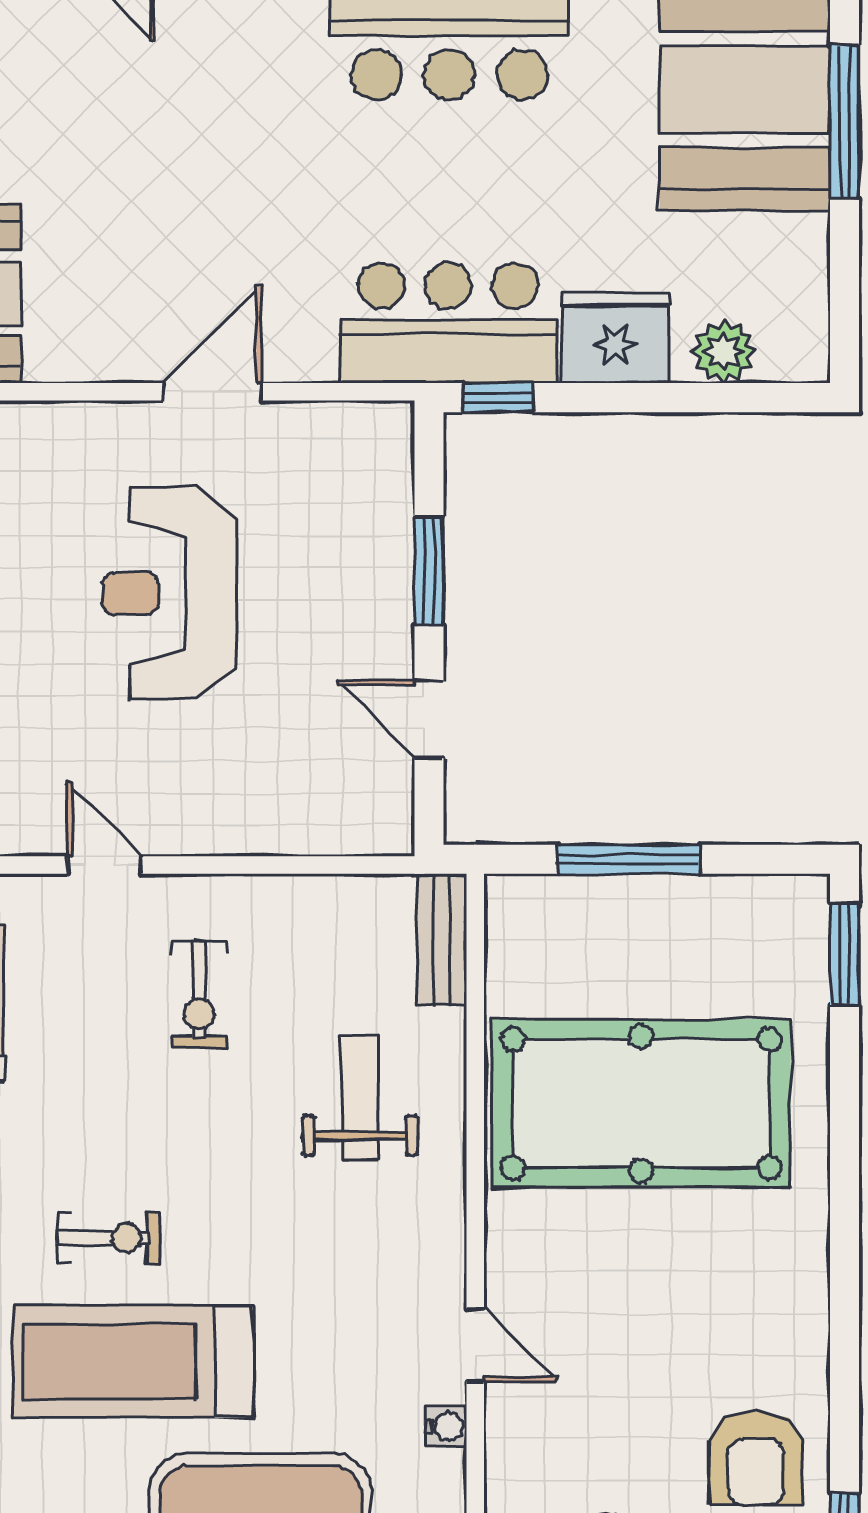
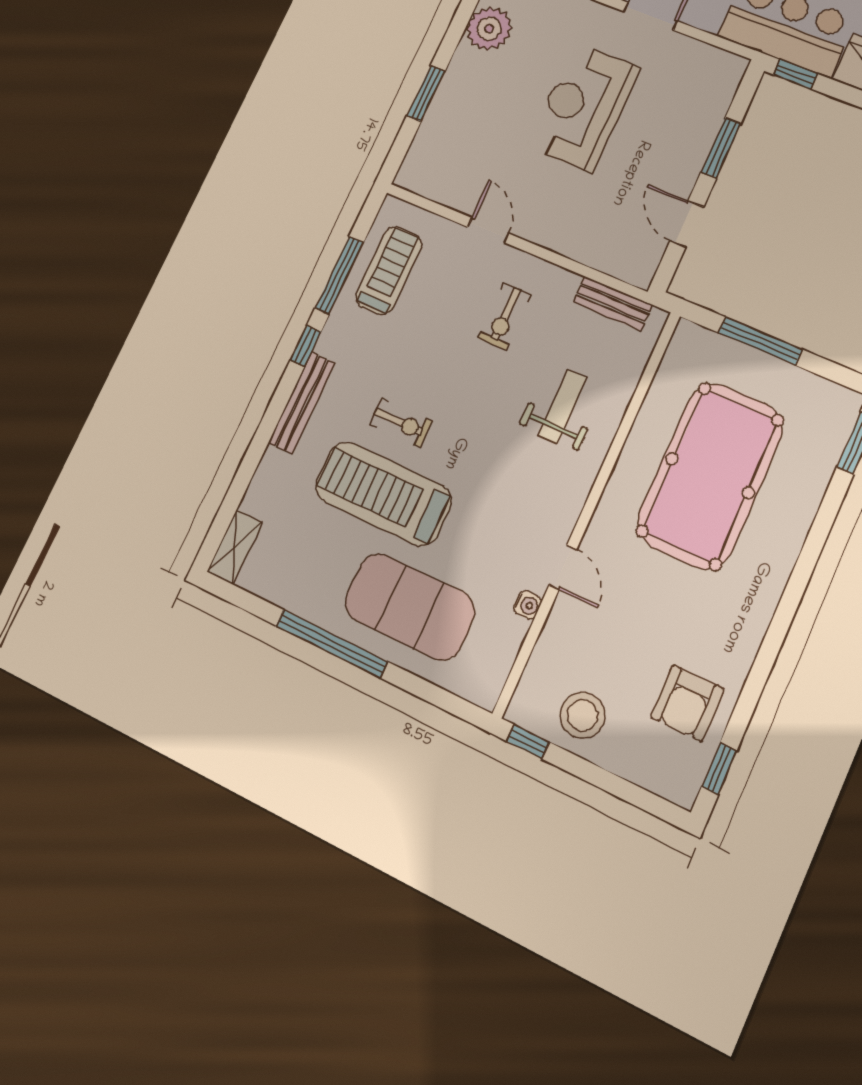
bench: (441, 939) -> (613, 303), moved, turned 90
pool table: (641, 1104) -> (710, 476), turned 90

